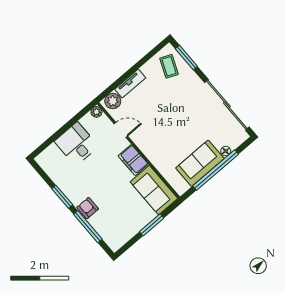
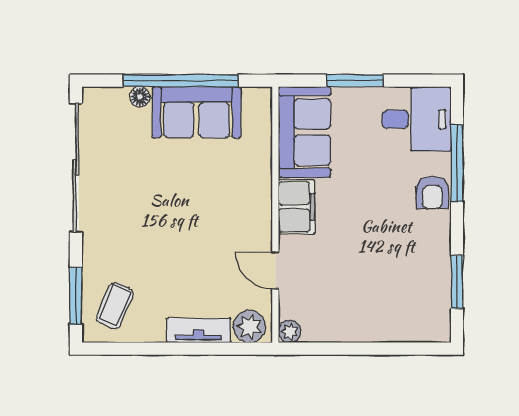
desk: (76, 144) -> (417, 119), moved, turned -90
window: (62, 197) -> (457, 282), moved

